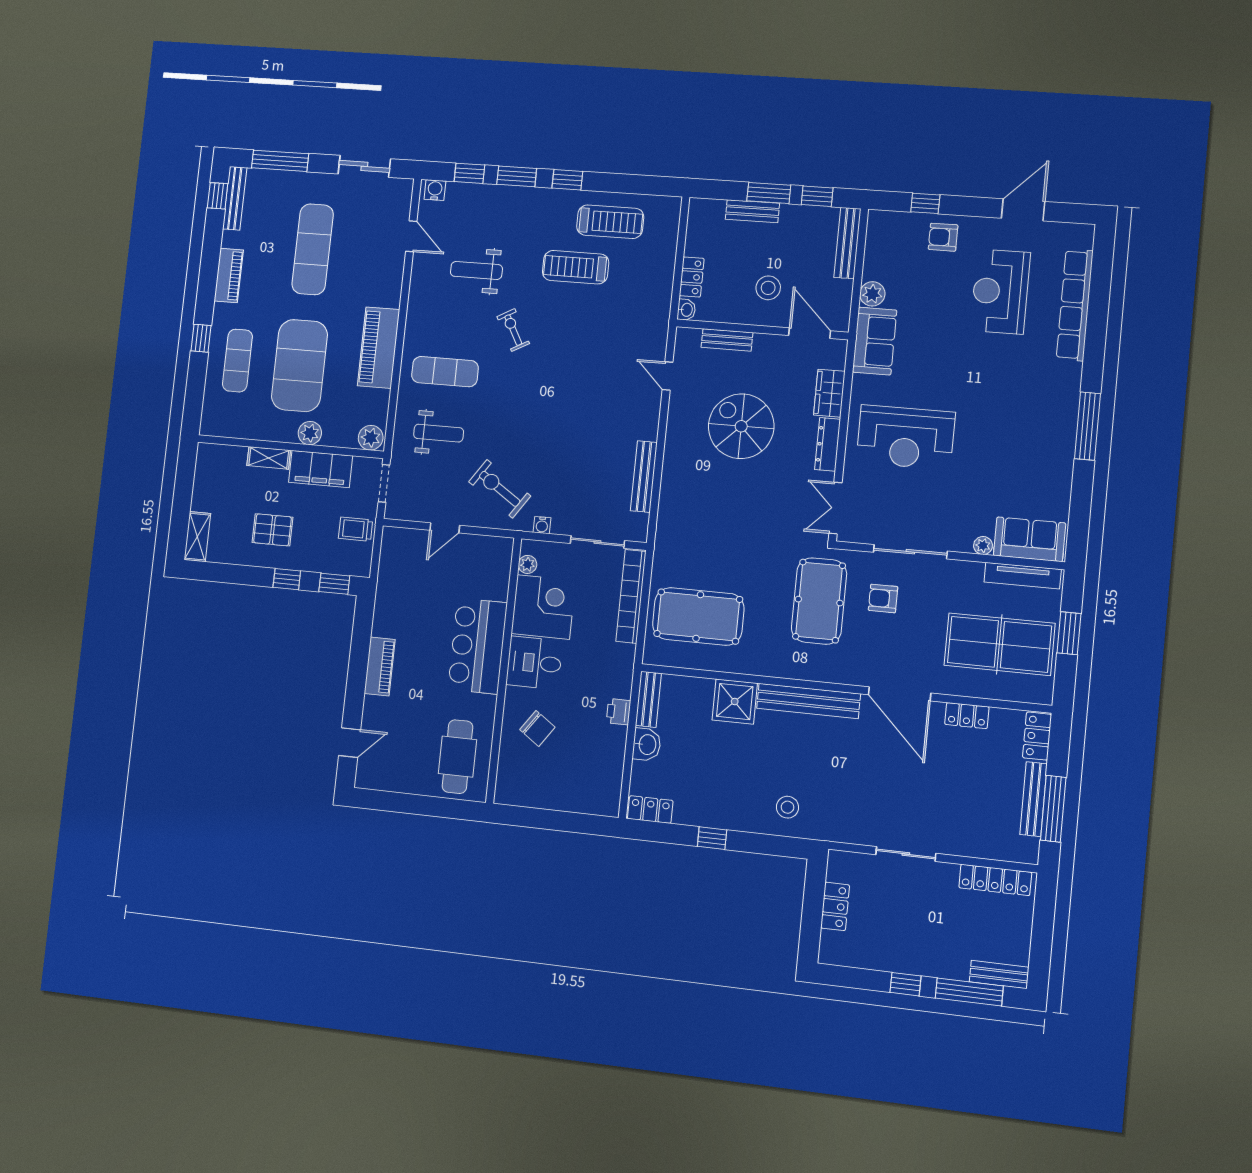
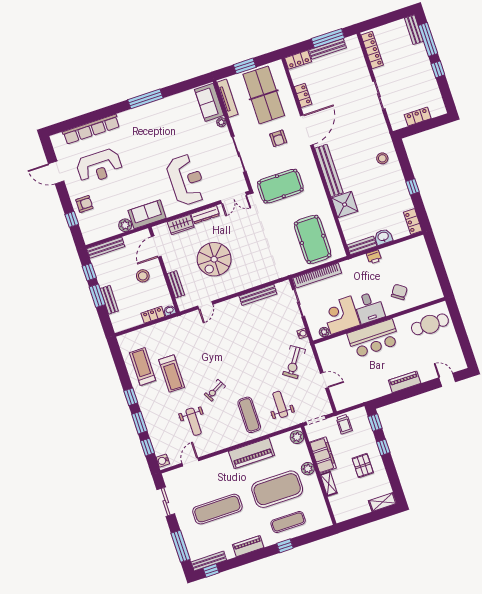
armchair: (943, 237) -> (84, 204), turned -90
armchair: (883, 598) -> (278, 138), moved

